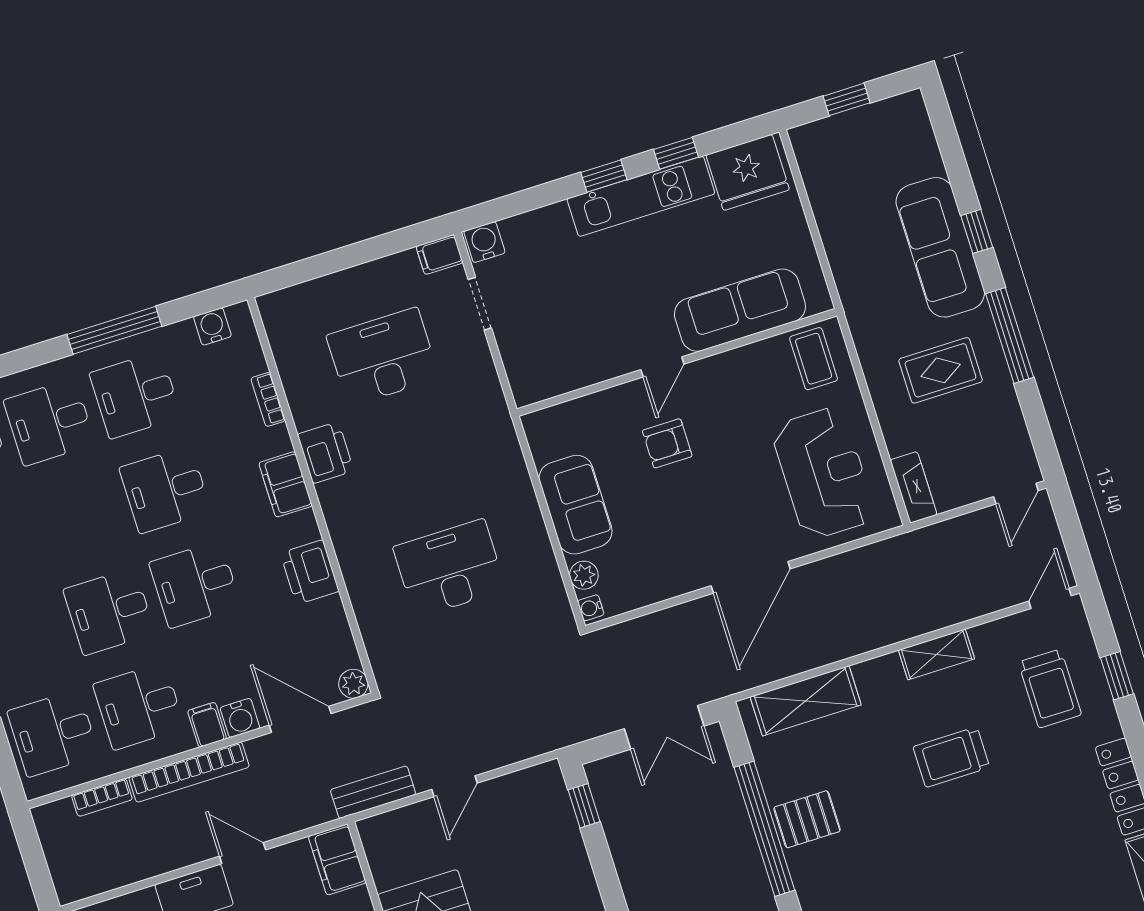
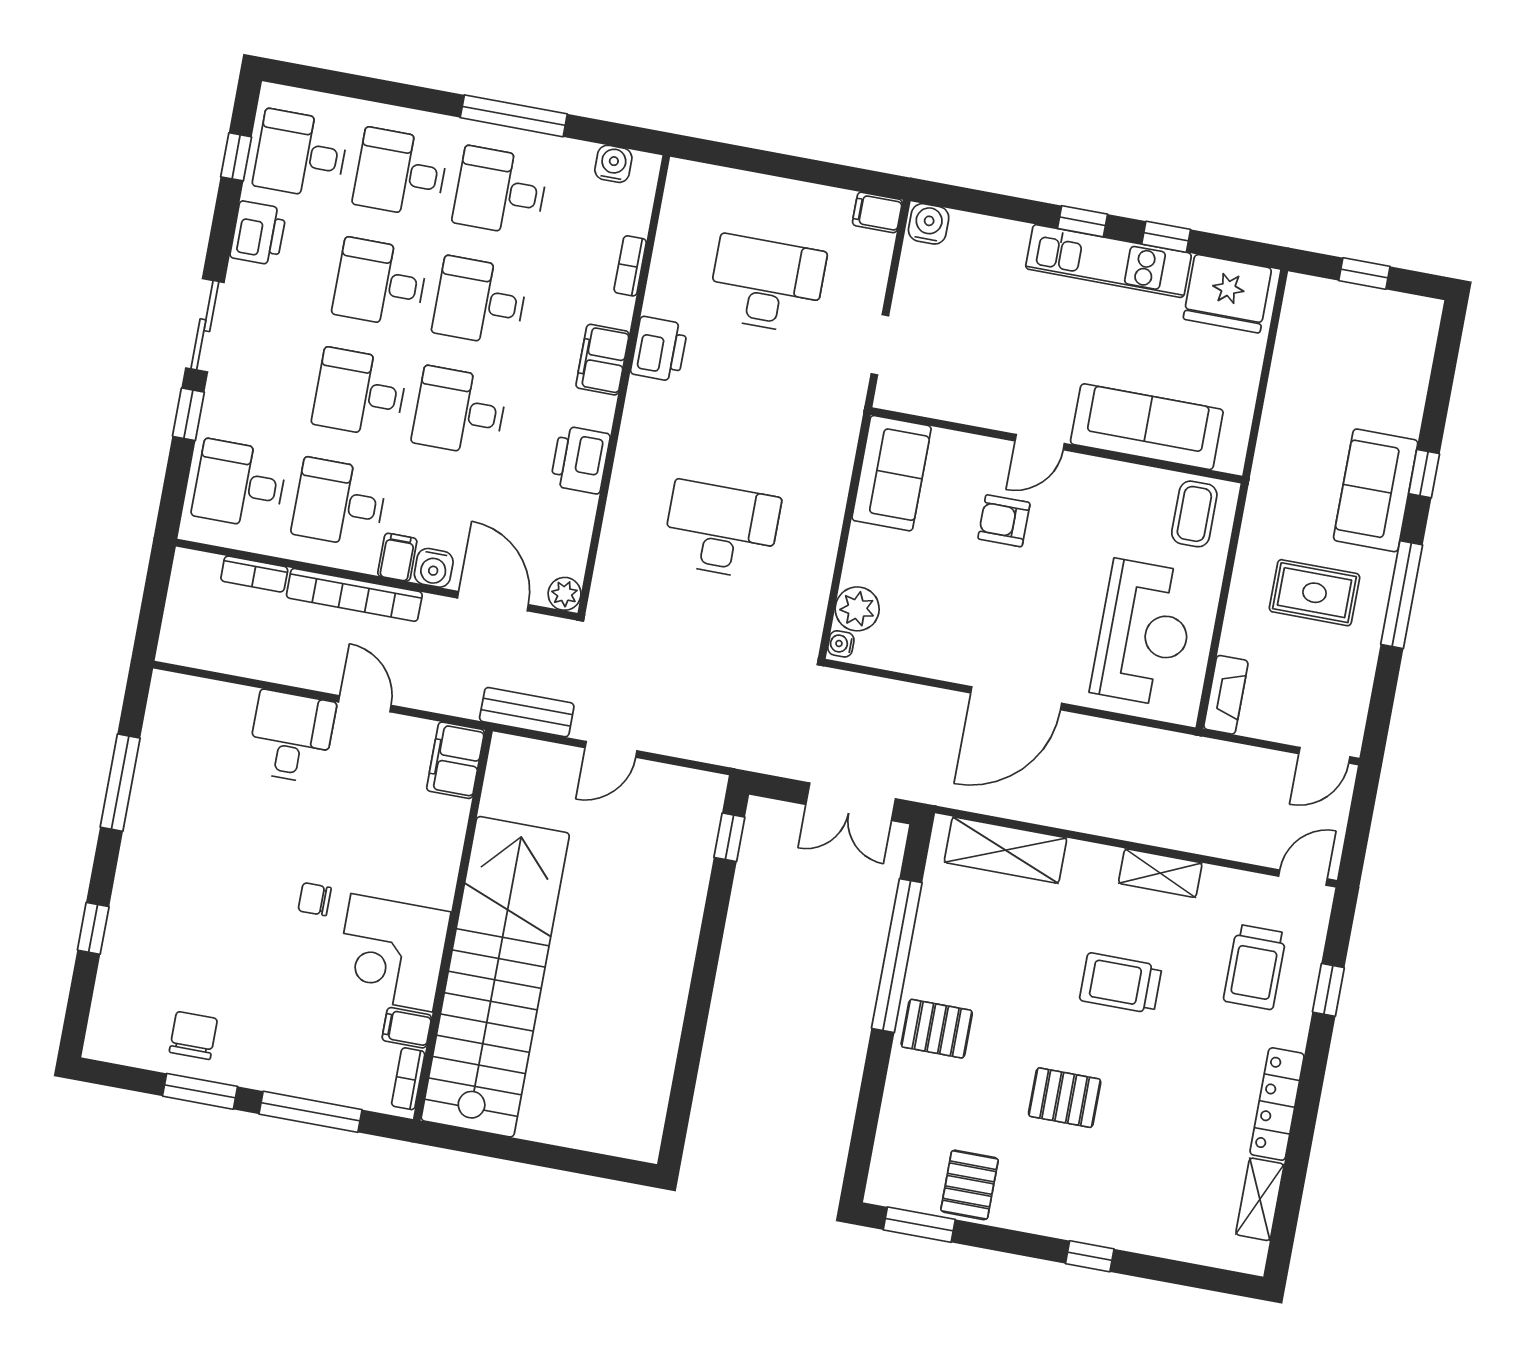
sofa: (940, 247) -> (1376, 490), width x0.73
doorway: (480, 304) -> (880, 345), moved
sofa: (576, 505) -> (892, 473), moved
desk: (79, 517) -> (380, 283), added
plant: (584, 575) -> (857, 609), width x1.38, depth x1.38
pallet: (807, 819) -> (937, 1029), moved
pallet: (955, 870) -> (1065, 1098), added

